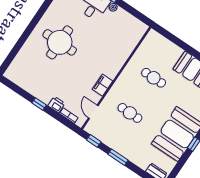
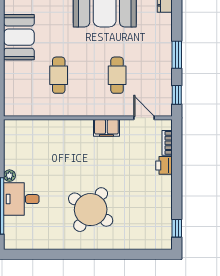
round table: (60, 42) -> (91, 210), turned 34
window: (39, 104) -> (177, 228), moved
door: (93, 112) -> (144, 118), swing flipped

